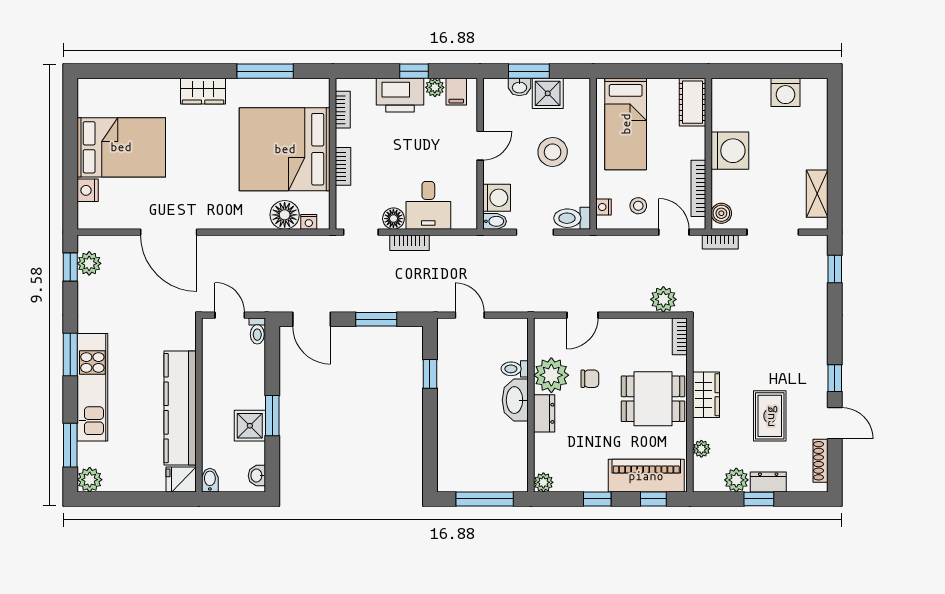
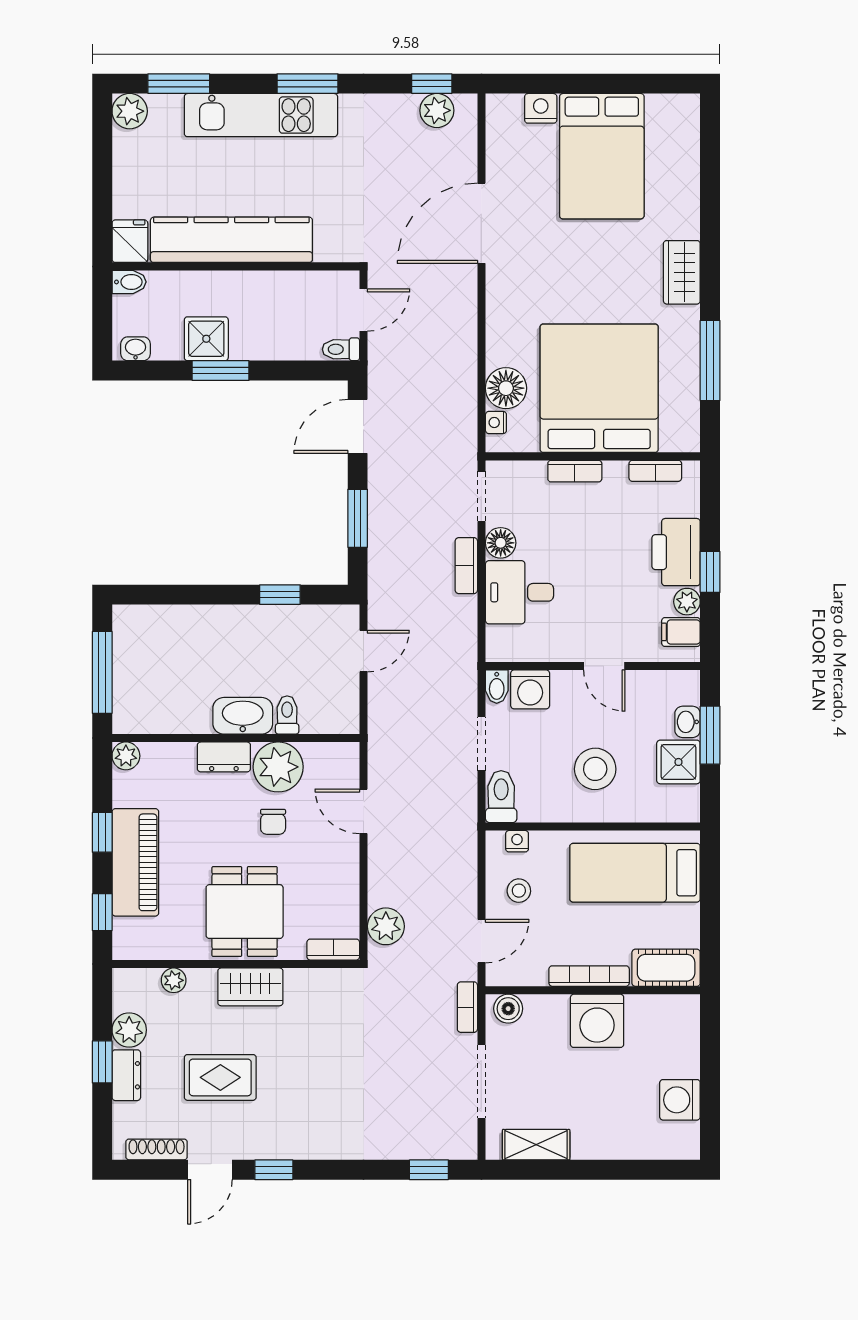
bookcase: (698, 188) -> (589, 976), moved
piano: (646, 476) -> (135, 862), moved

